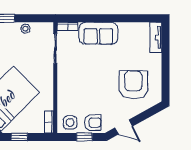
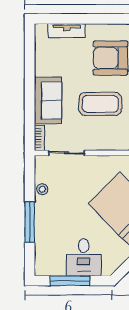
tv unit: (156, 37) -> (67, 31), moved
coffee table: (96, 76) -> (100, 104), added

